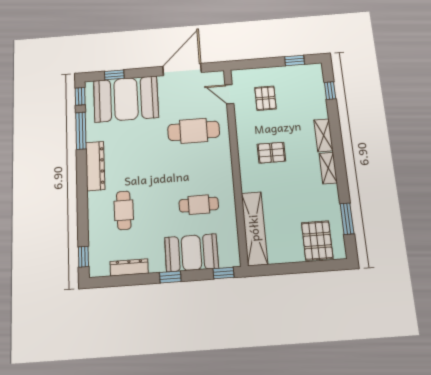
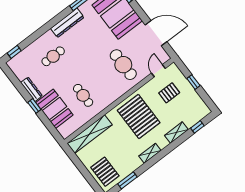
window: (295, 60) -> (193, 82), moved
shelving: (323, 135) -> (176, 133), moved
pallet: (271, 153) -> (139, 117), width x2.05, depth x2.00
pallet: (317, 240) -> (105, 172), turned 90
dresser: (129, 267) -> (31, 89), moved
window: (224, 273) -> (55, 133), removed

